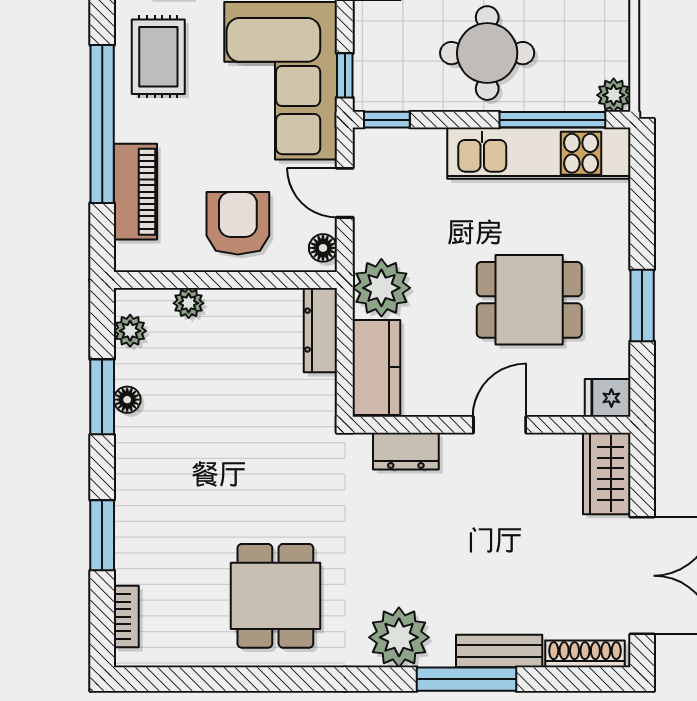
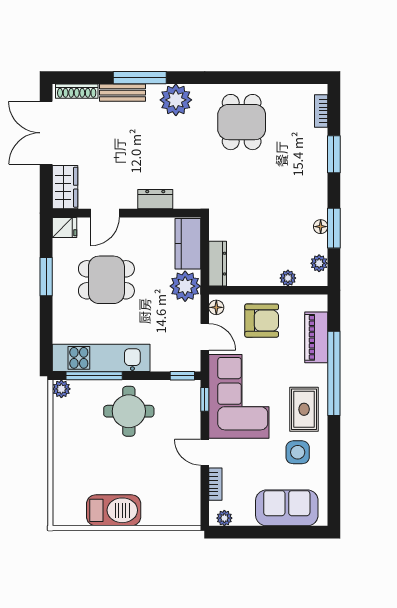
armchair: (238, 223) -> (262, 321), turned -90
door: (500, 425) -> (105, 213), moved
dresser: (406, 451) -> (155, 199), moved

